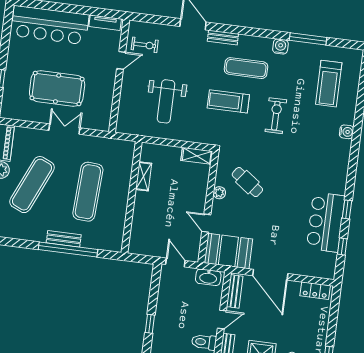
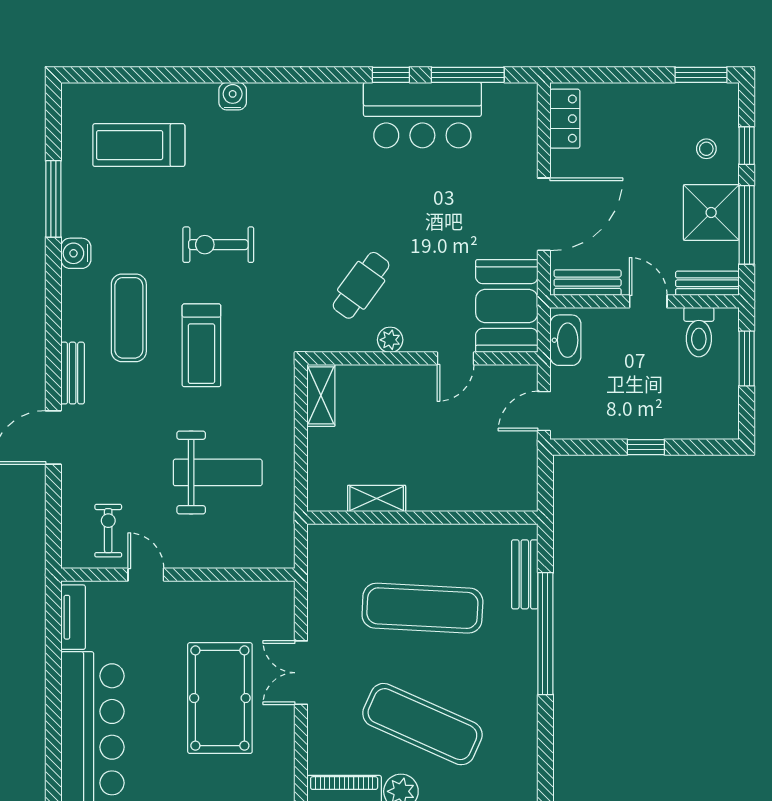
treadmill: (329, 84) -> (139, 145), turned 180
bench: (64, 239) -> (525, 574), moved
window: (342, 246) -> (468, 75), width x2.17
window: (150, 324) -> (646, 447), moved

